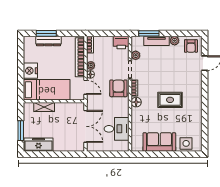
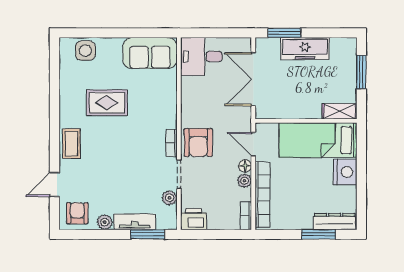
dresser: (48, 41) -> (335, 222), moved
coffee table: (194, 88) -> (71, 144), added
rug: (170, 100) -> (107, 103), moved
floor lamp: (136, 102) -> (169, 120), removed
shelving: (44, 107) -> (340, 111), moved
desk: (117, 129) -> (201, 57), moved
sofa: (159, 142) -> (150, 53), moved
freezer: (39, 145) -> (305, 49), moved
window: (67, 154) -> (284, 33), added

